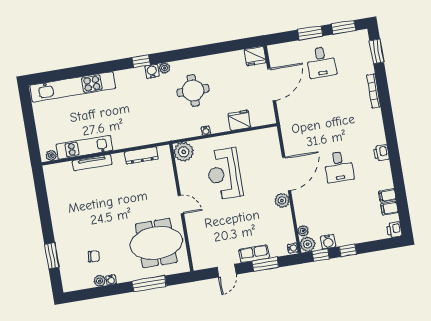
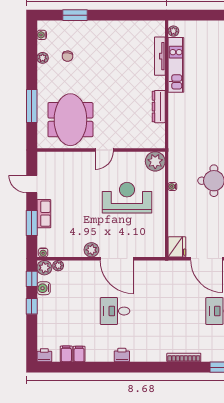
fridge: (239, 120) -> (177, 247), moved
dresser: (141, 155) -> (159, 107), moved
tv unit: (92, 163) -> (160, 56), moved
water cooler: (111, 280) -> (42, 35), moved

